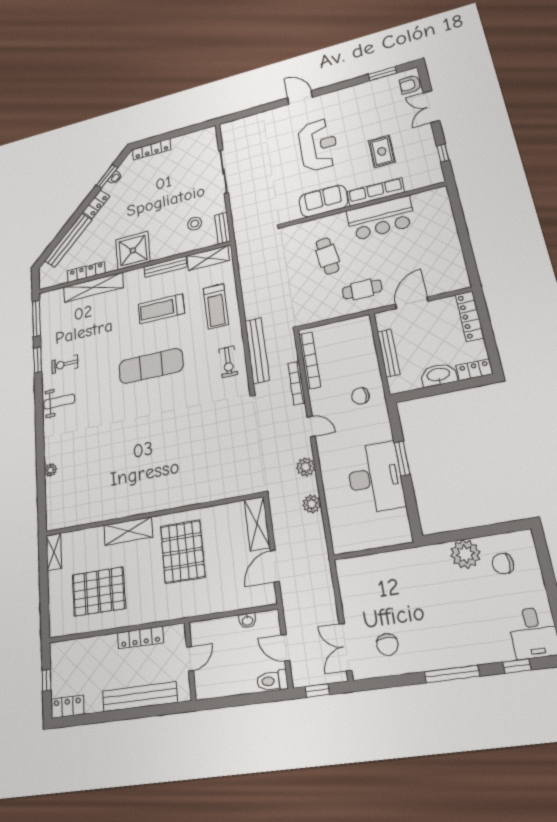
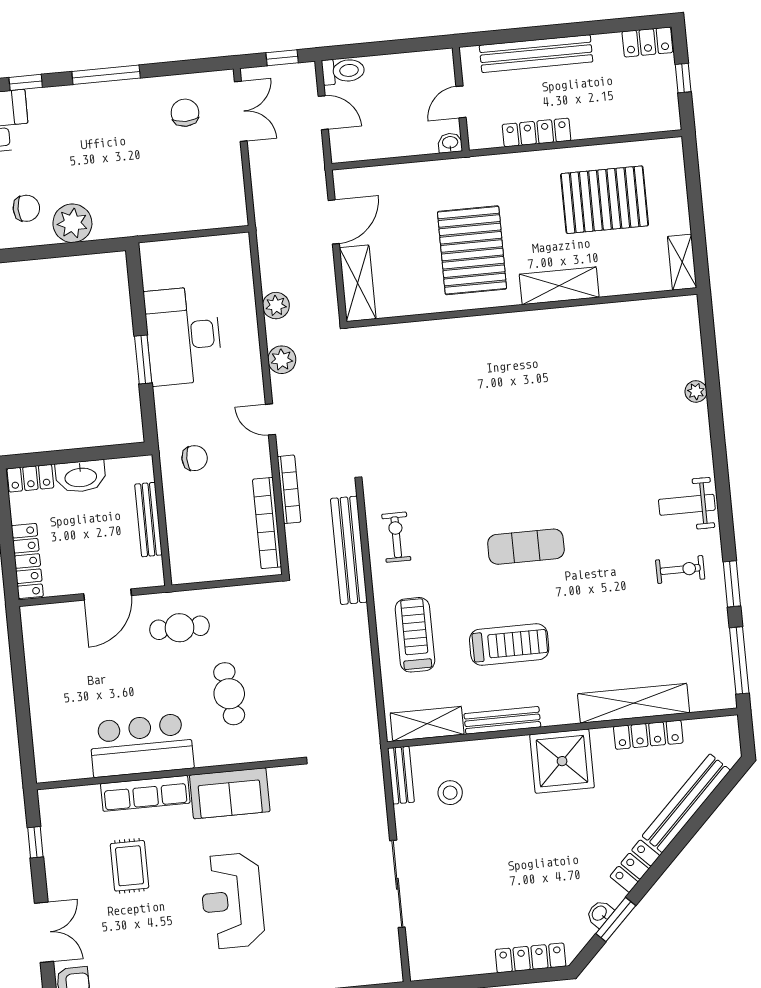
exercise mat: (151, 366) -> (526, 547), width x0.73, depth x0.69
washbasin: (247, 620) -> (450, 143), moved

